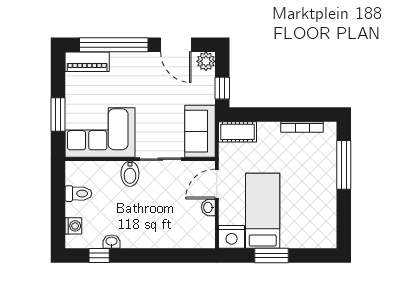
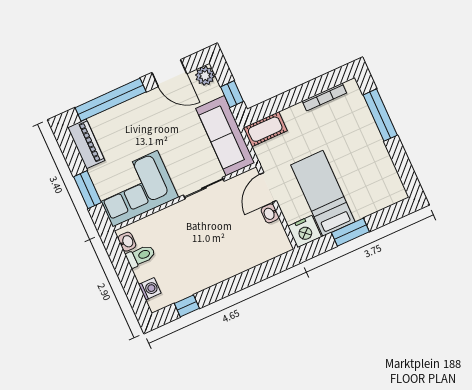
piano: (87, 62) -> (86, 144), moved, turned -90
sofa: (200, 131) -> (225, 136), width x1.36
bidet: (130, 174) -> (181, 215), removed
washbasin: (111, 242) -> (127, 242), moved, turned 90

